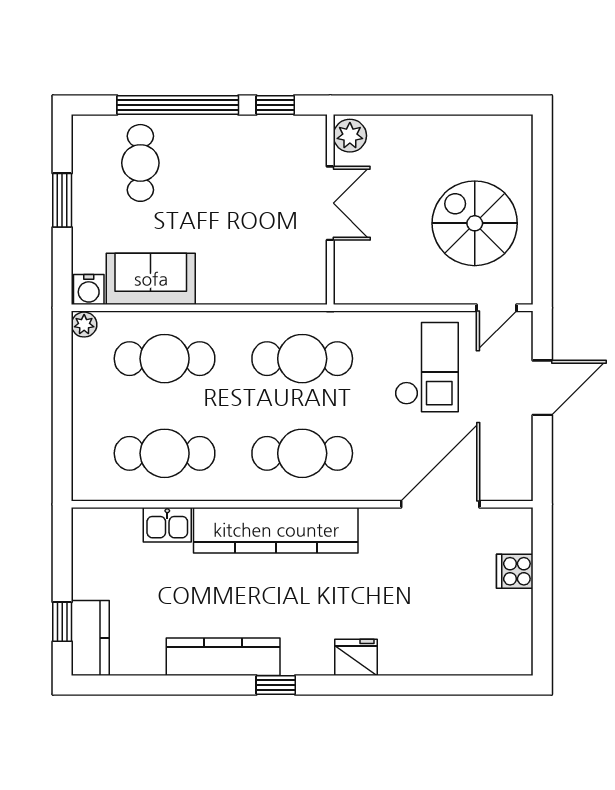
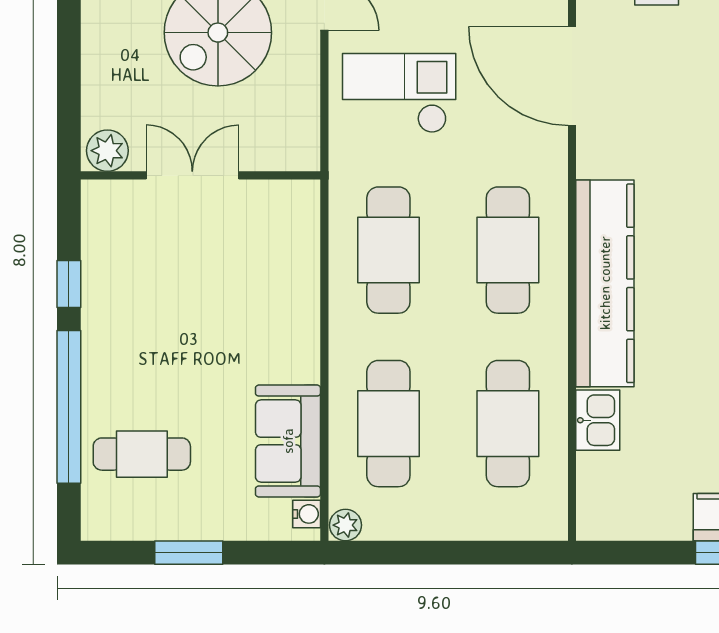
plant: (350, 136) -> (107, 151), moved
double door: (330, 203) -> (192, 175), moved
wall: (330, 210) -> (201, 175), moved
water cooler: (89, 290) -> (307, 514), width x0.72, depth x0.72

